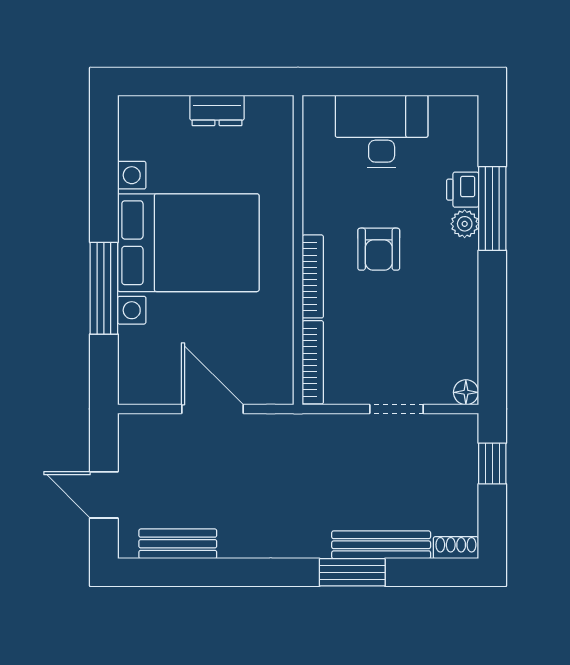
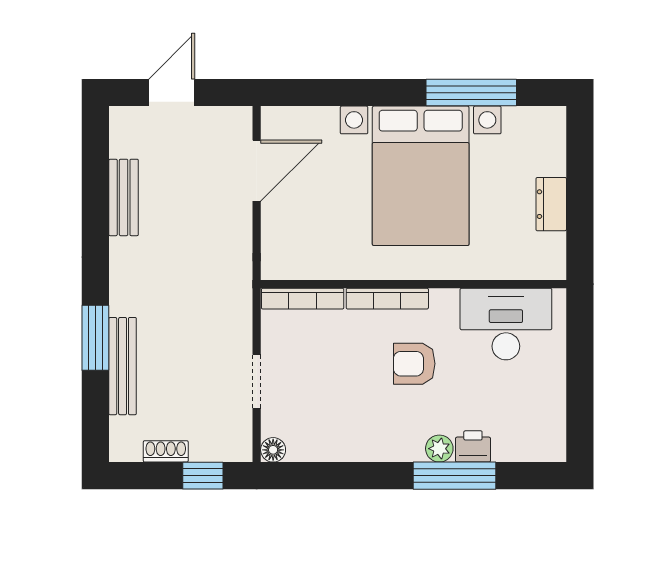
desk: (382, 131) -> (506, 324), moved, turned -90
window: (104, 288) -> (471, 93), moved
door: (213, 409) -> (257, 171), moved
bench: (178, 544) -> (124, 197), moved
shoe rack: (456, 548) -> (166, 451), moved, turned -90

